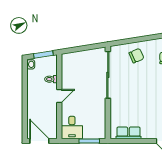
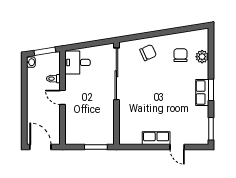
door: (59, 96) -> (63, 97), swing flipped
desk: (72, 127) -> (78, 62), moved, turned 90
row of seats: (128, 133) -> (156, 138), moved

